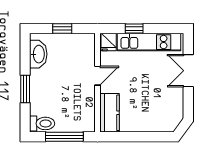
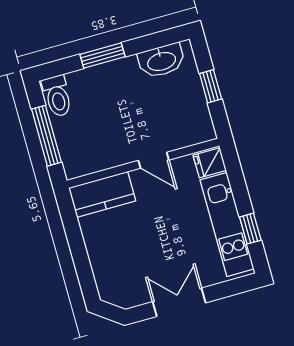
window: (134, 29) -> (250, 229), moved
double door: (188, 71) -> (179, 302), moved

